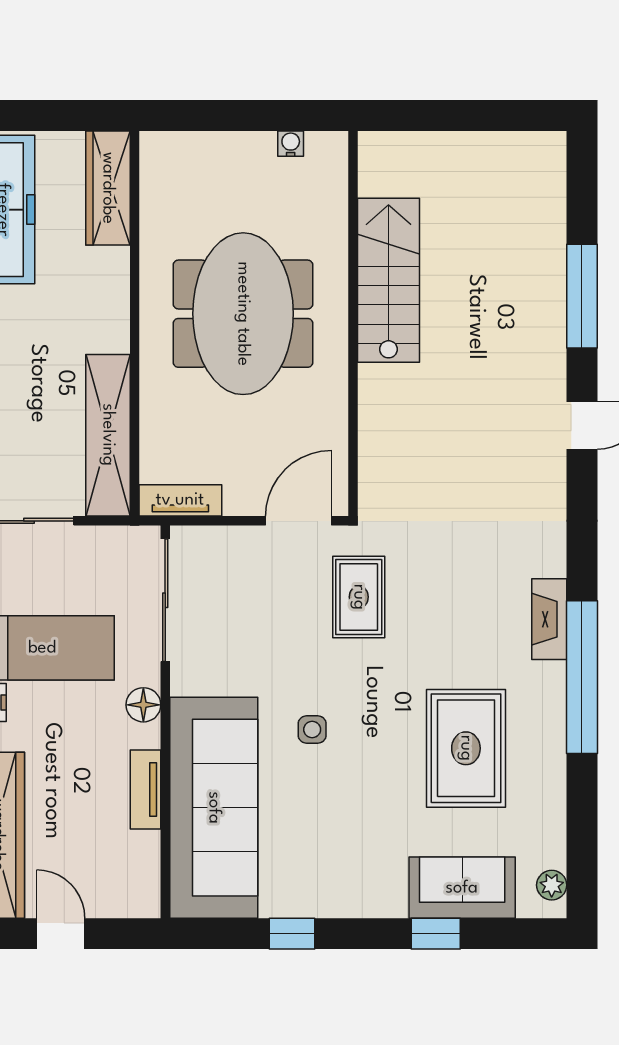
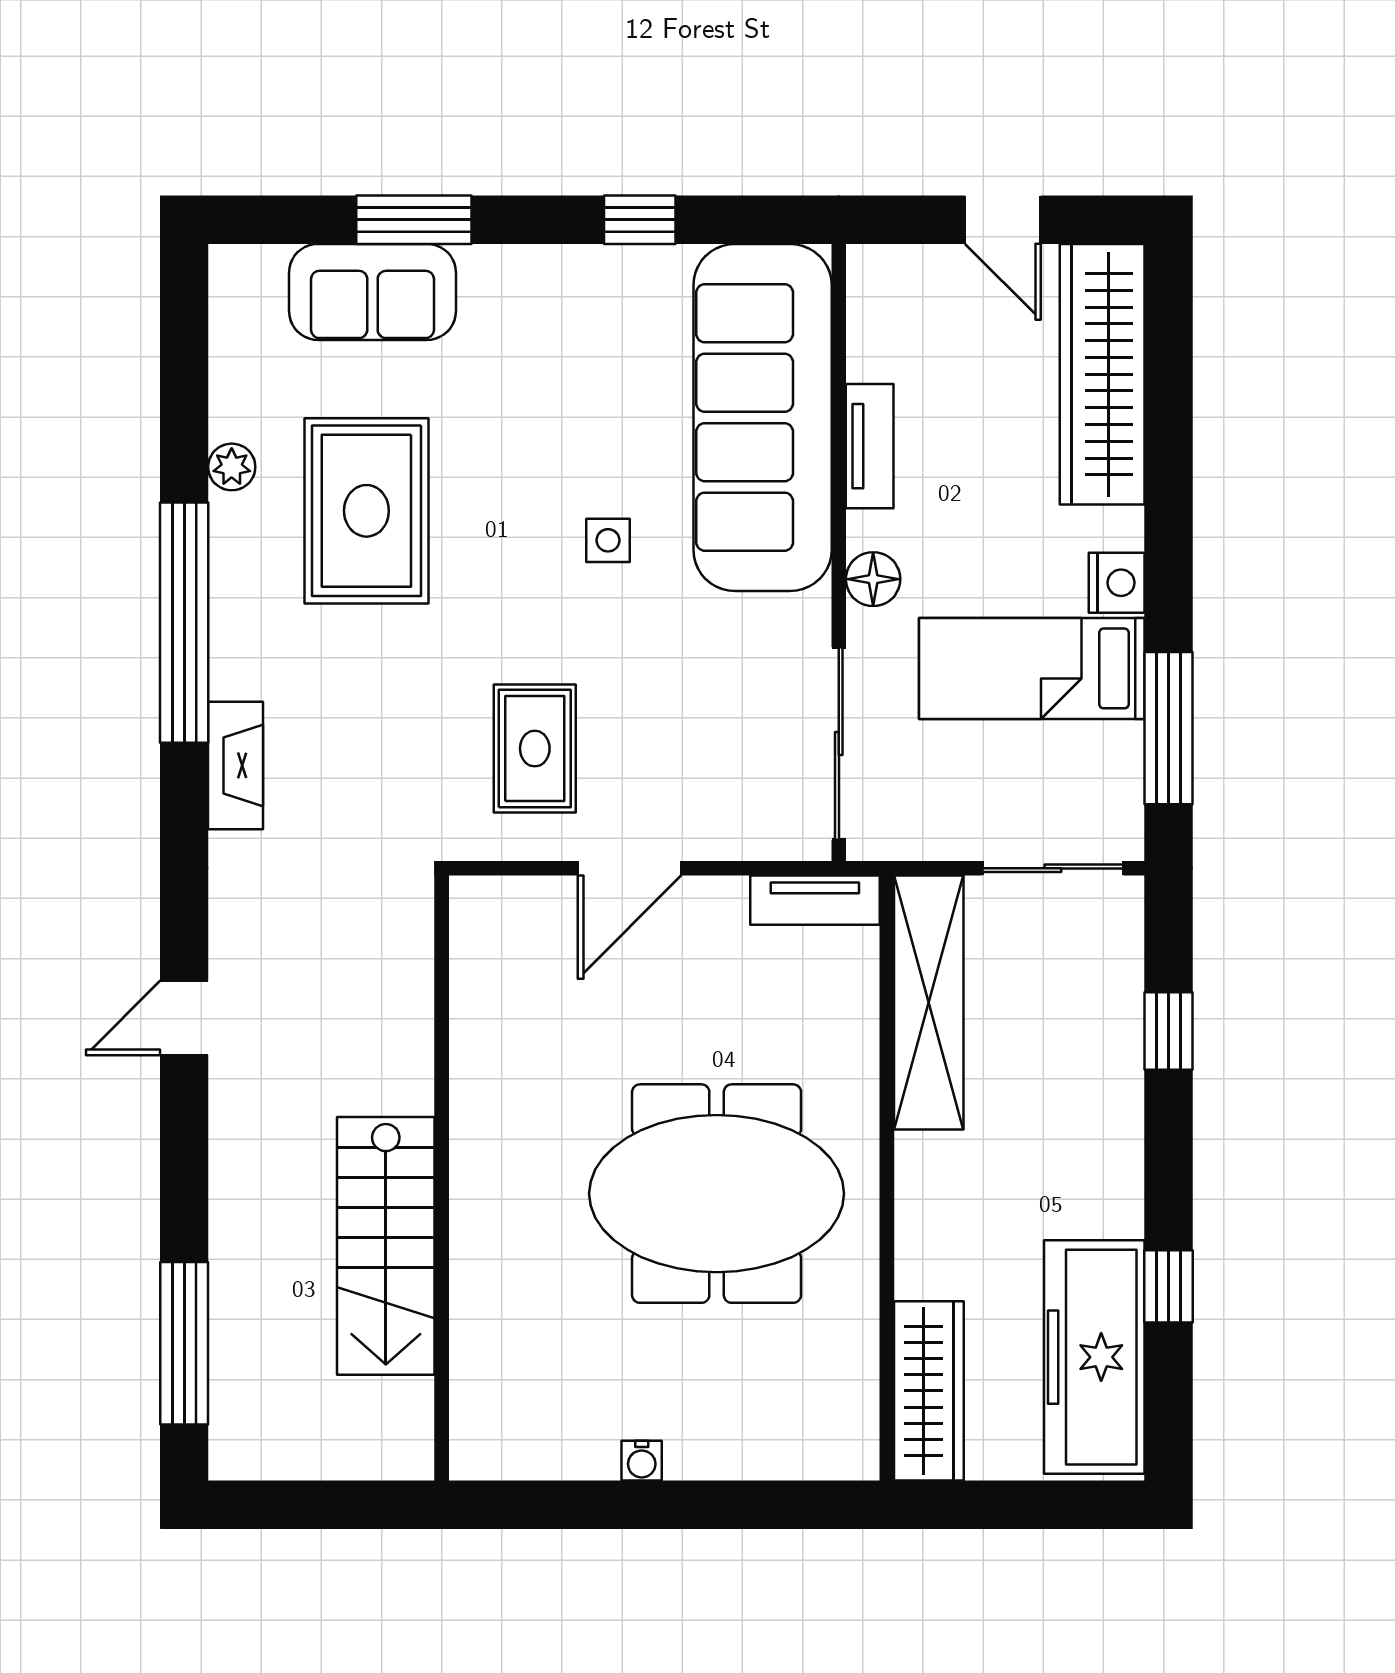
stairs: (388, 280) -> (386, 1246), moved
window: (582, 296) -> (184, 1343), moved
meeting table: (243, 314) -> (717, 1194), turned 90
wall: (353, 324) -> (442, 1178), moved
fireplace: (549, 619) -> (235, 765), moved
plant: (552, 885) -> (232, 467), moved
window: (436, 934) -> (414, 220), width x1.50

